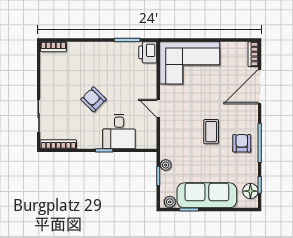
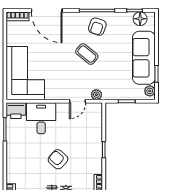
armchair: (93, 99) -> (58, 159), turned 87
door: (158, 108) -> (78, 101), moved
desk: (119, 132) -> (41, 118), moved, turned -90
coffee table: (211, 132) -> (87, 54), turned 39
armchair: (242, 143) -> (97, 27), turned -71
plant: (166, 165) -> (96, 95), moved

